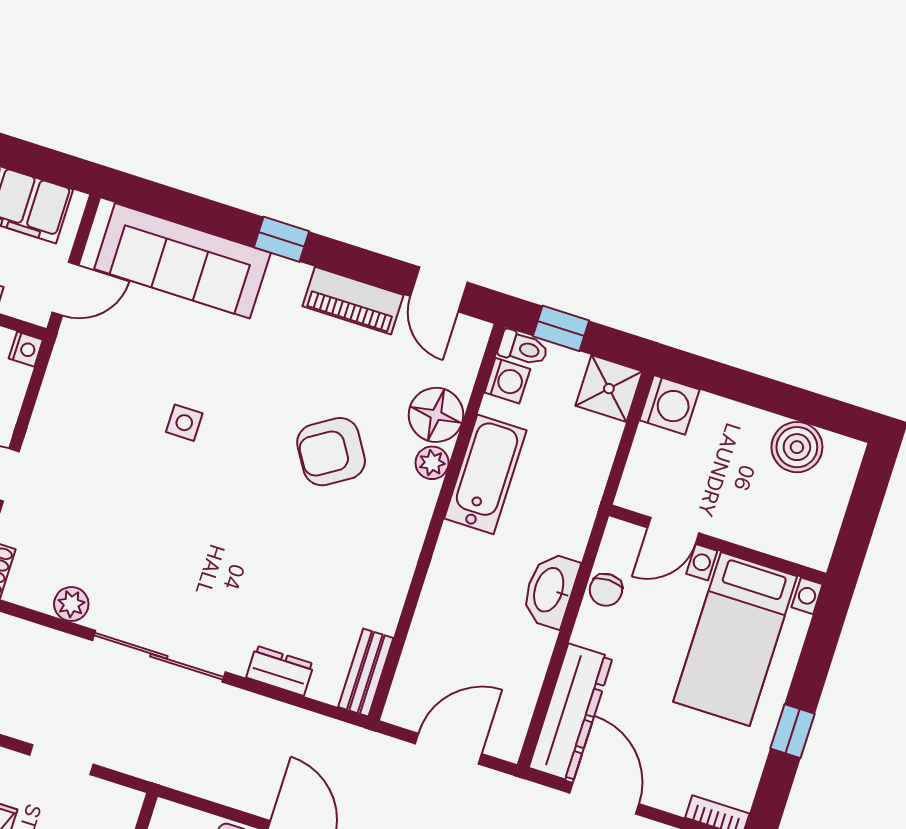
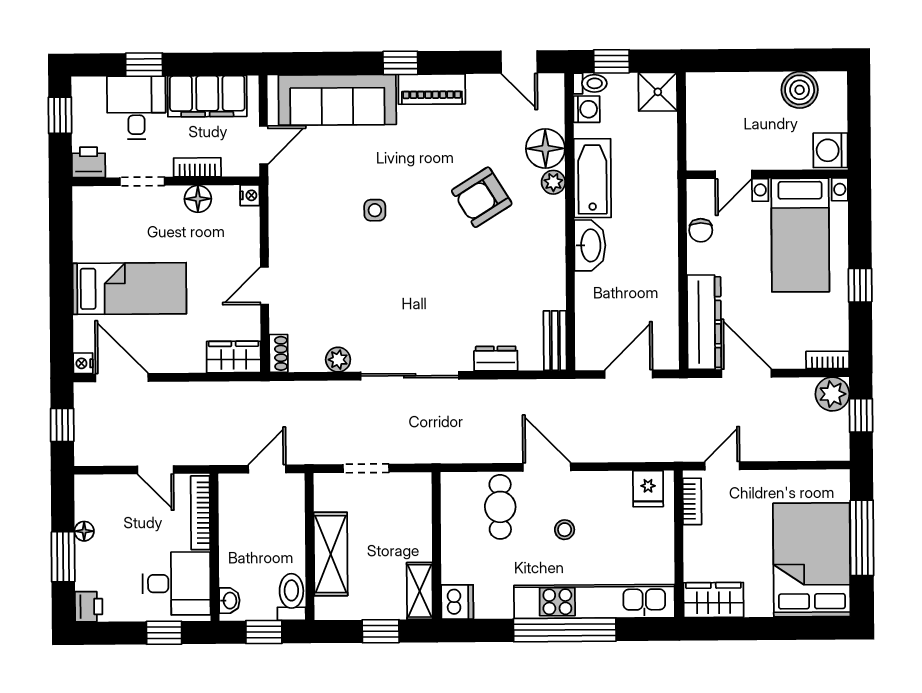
piano: (353, 301) -> (432, 89), moved
washing machine: (669, 405) -> (830, 150), moved, turned 180
washbasin: (550, 590) -> (590, 245), moved, turned 180

